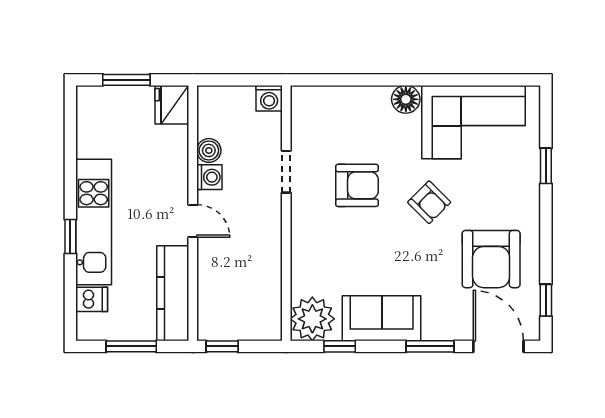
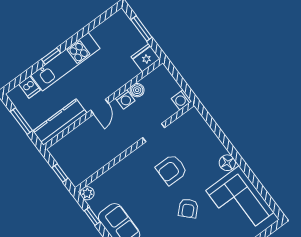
armchair: (357, 185) -> (171, 170), turned 90
plant: (312, 319) -> (87, 193), width x0.53, depth x0.53
window: (222, 346) -> (60, 173), moved

